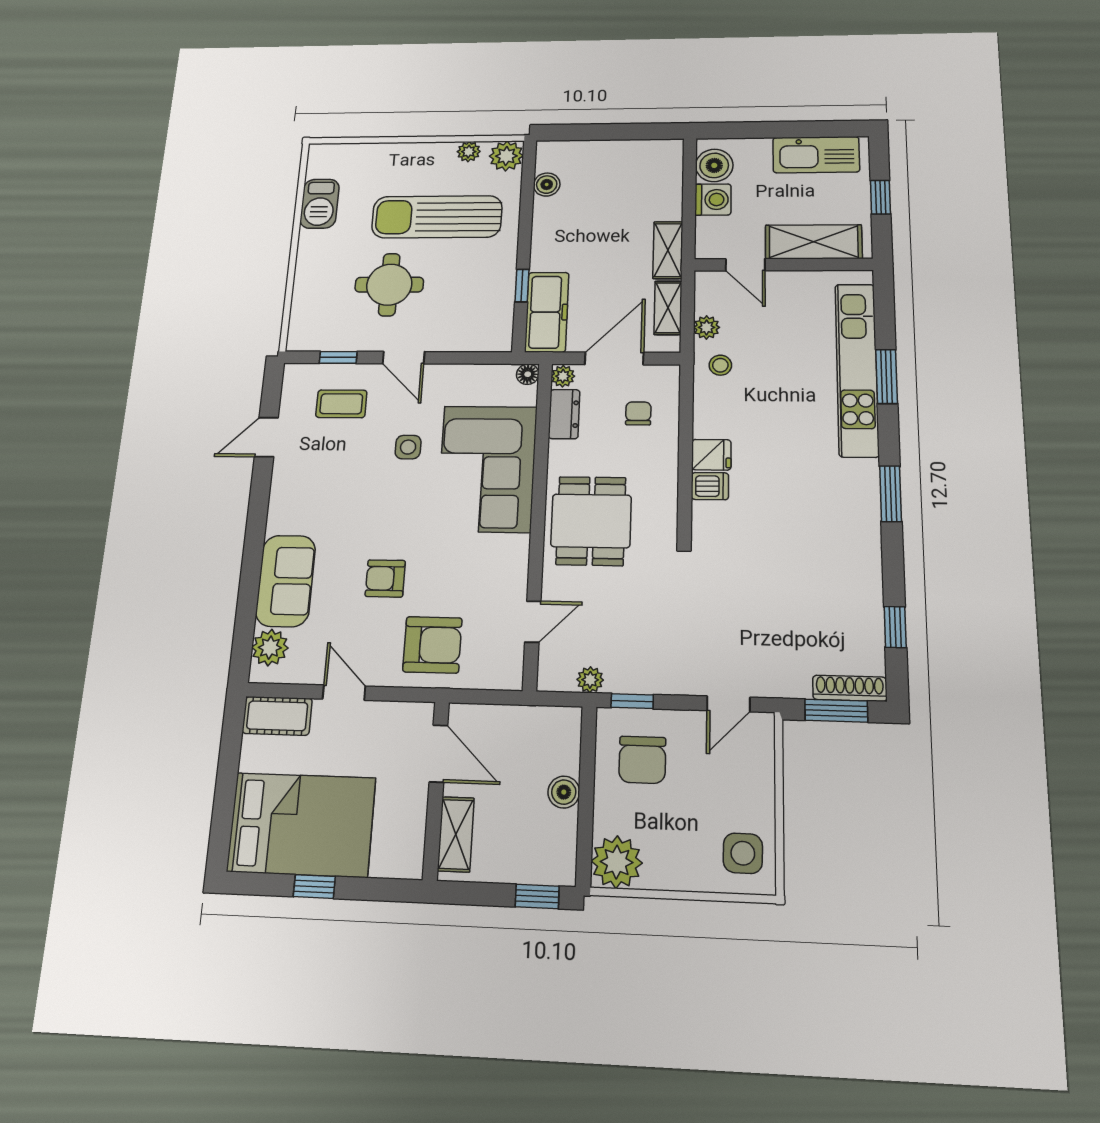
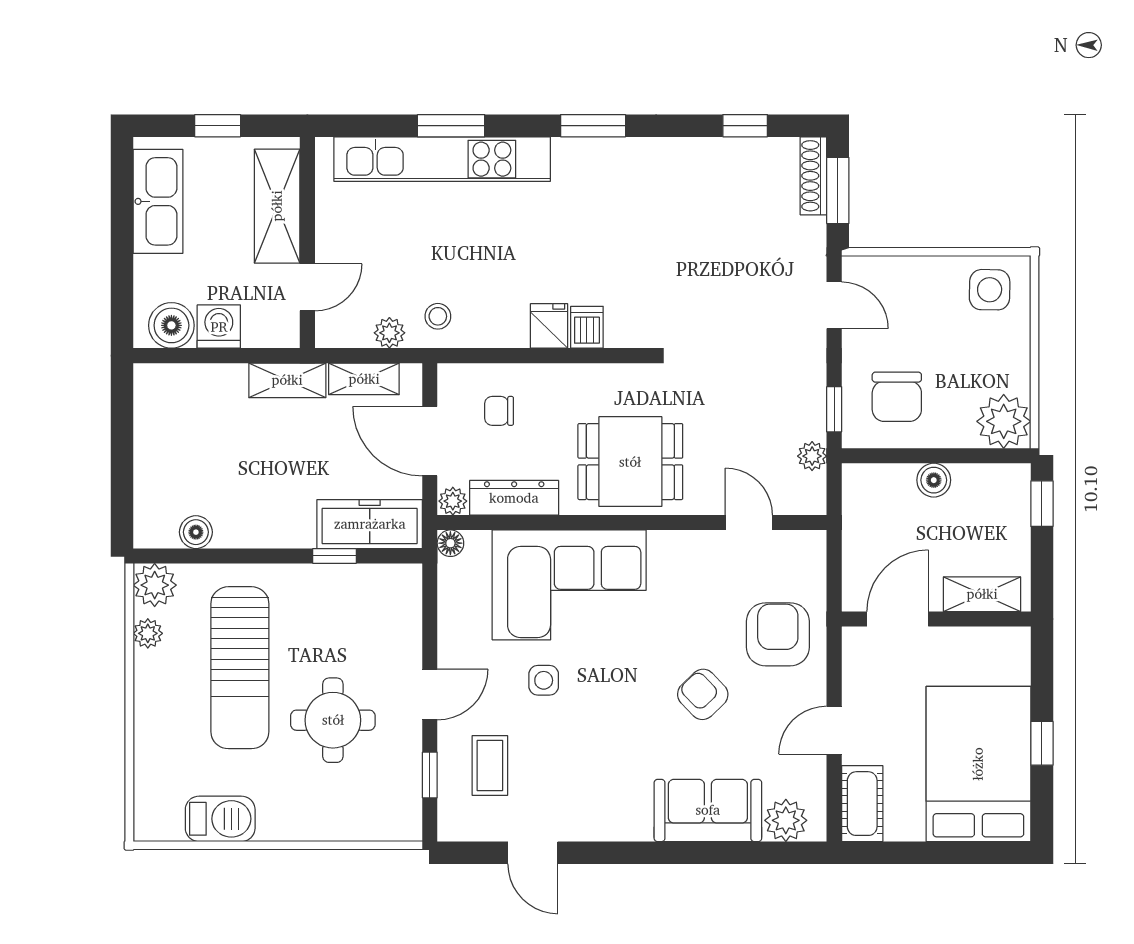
dresser: (564, 414) -> (514, 498), width x1.44
armchair: (385, 578) -> (703, 694), turned 136
chair: (642, 760) -> (897, 397), turned 90

